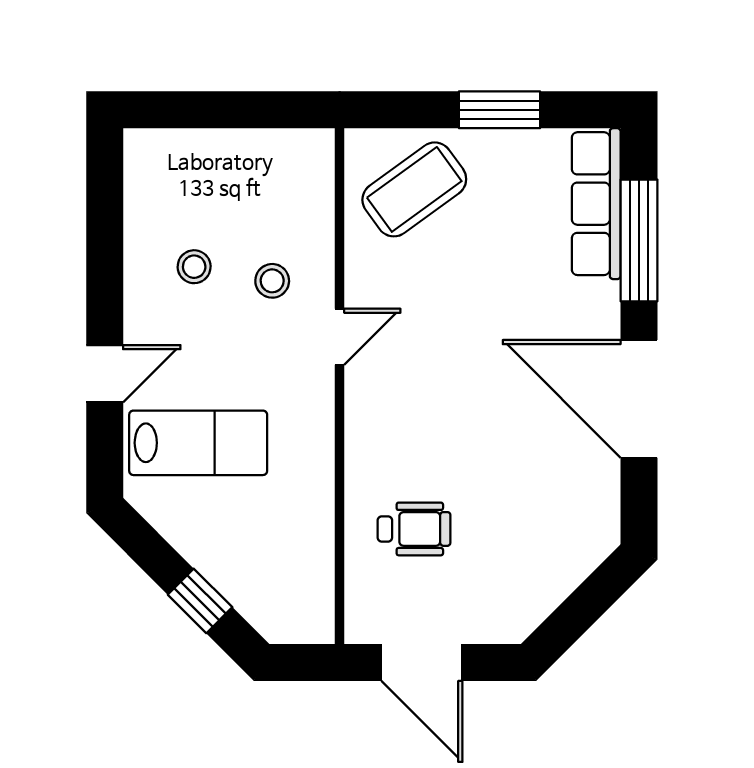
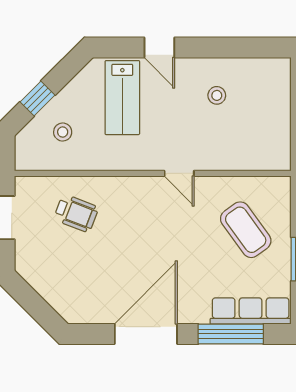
coffee table: (414, 189) -> (246, 230), moved
stool: (272, 281) -> (63, 132), moved
wheelchair: (414, 529) -> (76, 213), turned -69

